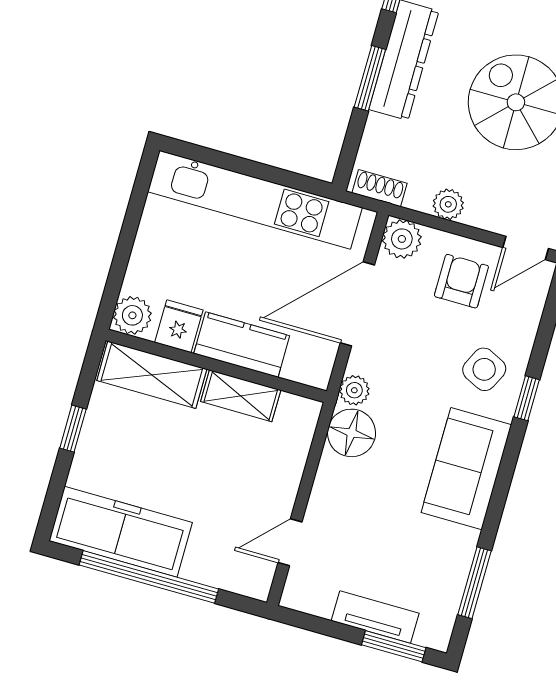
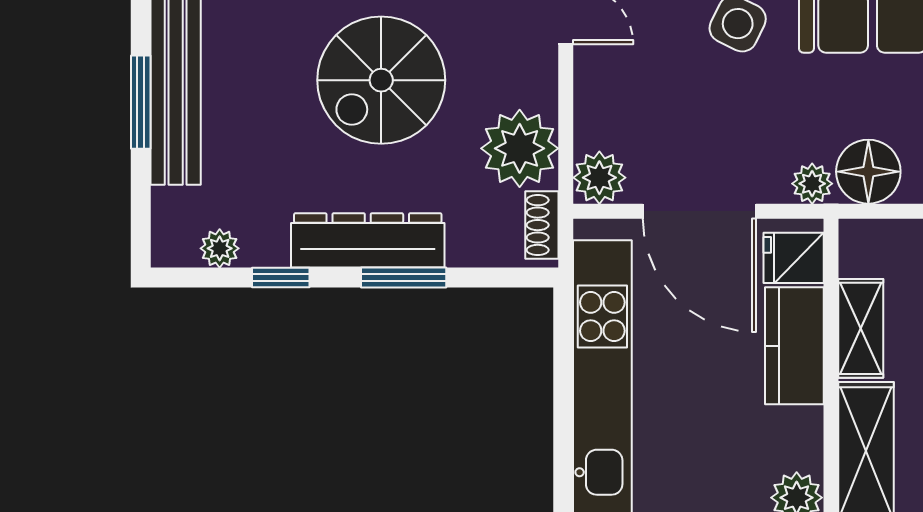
plant: (448, 204) -> (520, 148), width x1.87, depth x1.87
armchair: (461, 281) -> (632, 85), removed
fridge: (179, 326) -> (794, 258), moved

